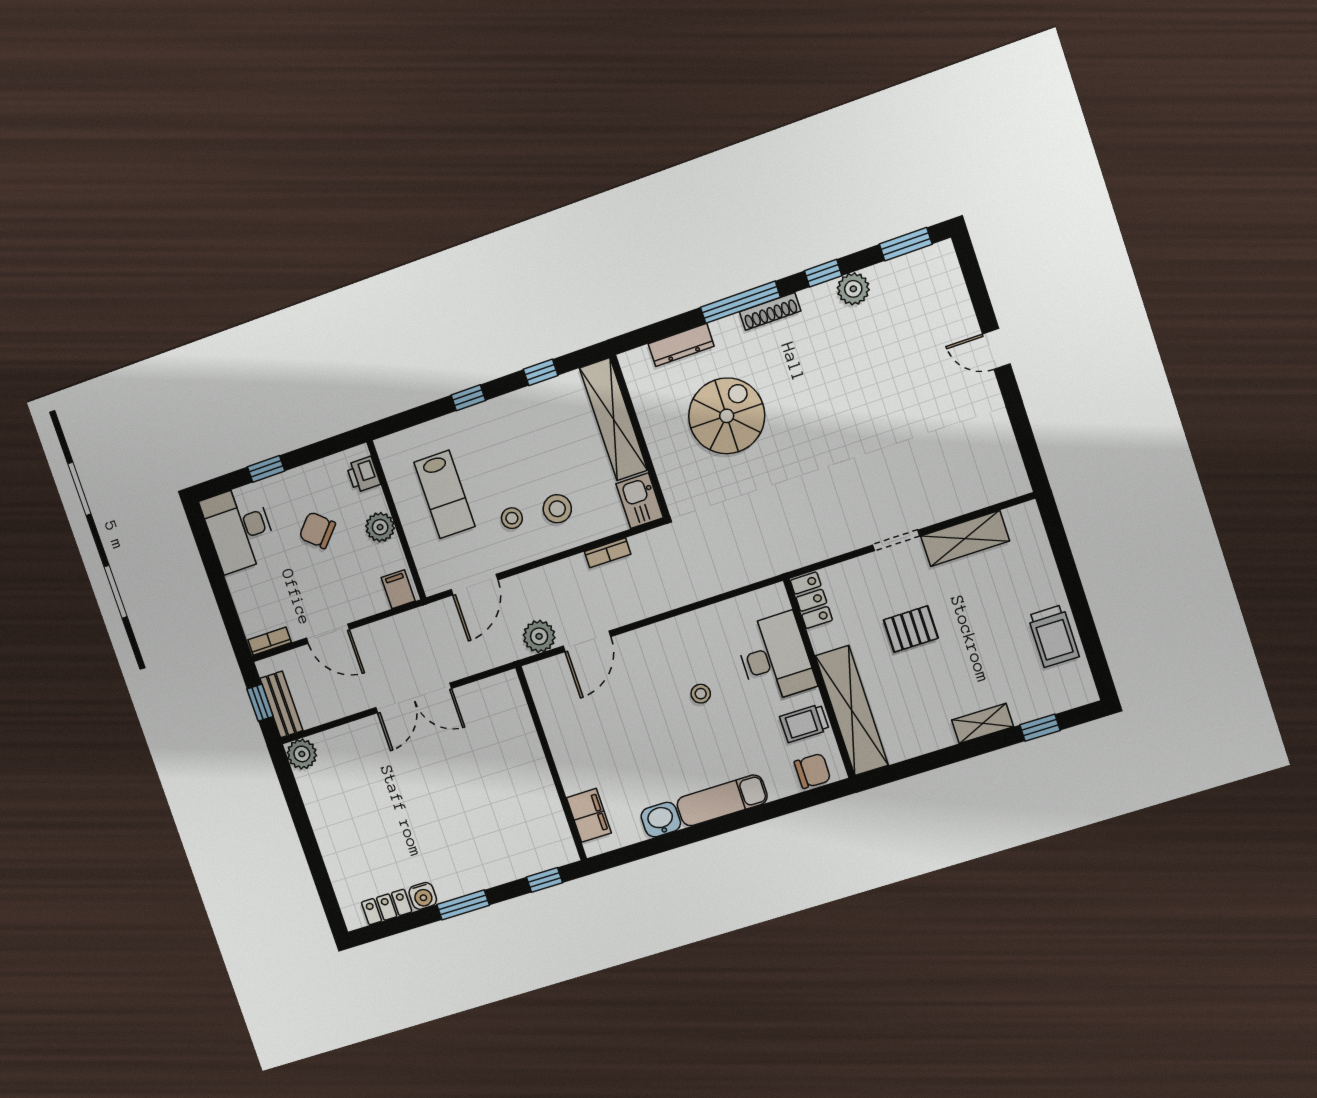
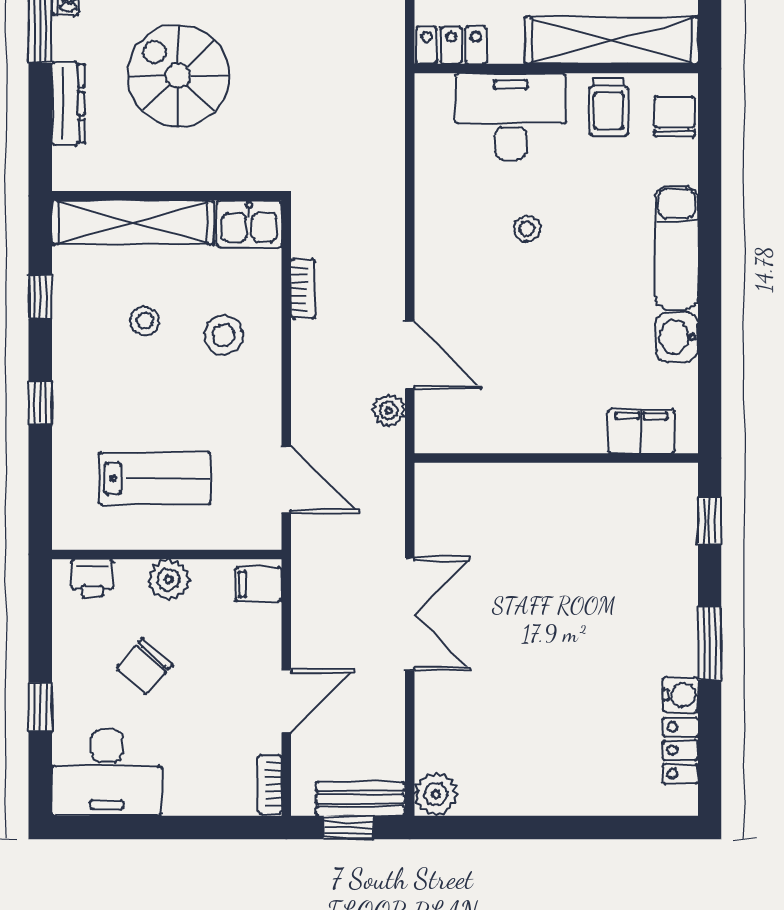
stool: (512, 518) -> (145, 321), moved
plant: (539, 636) -> (389, 410), width x0.73, depth x0.73

